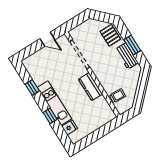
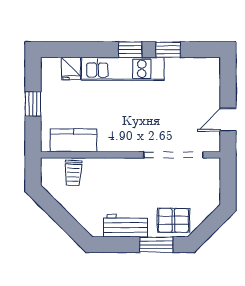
window: (132, 45) -> (156, 245), moved
kitchen counter: (91, 87) -> (74, 140), moved
window: (50, 116) -> (130, 50), moved
window: (97, 135) -> (33, 104), added

